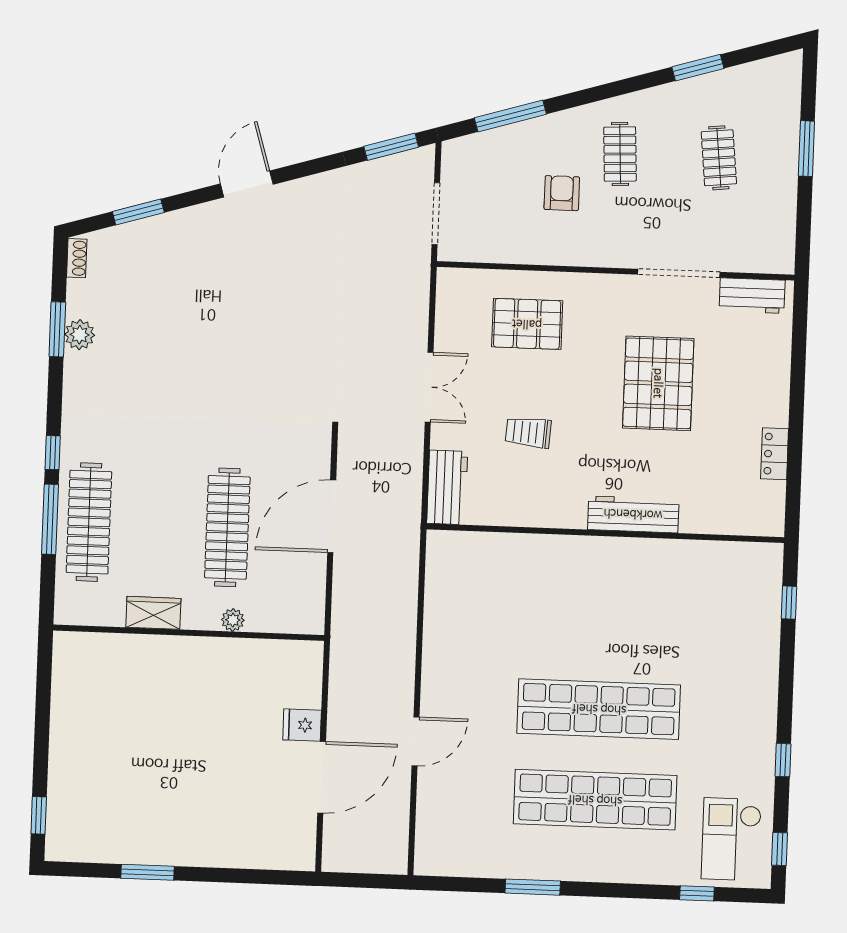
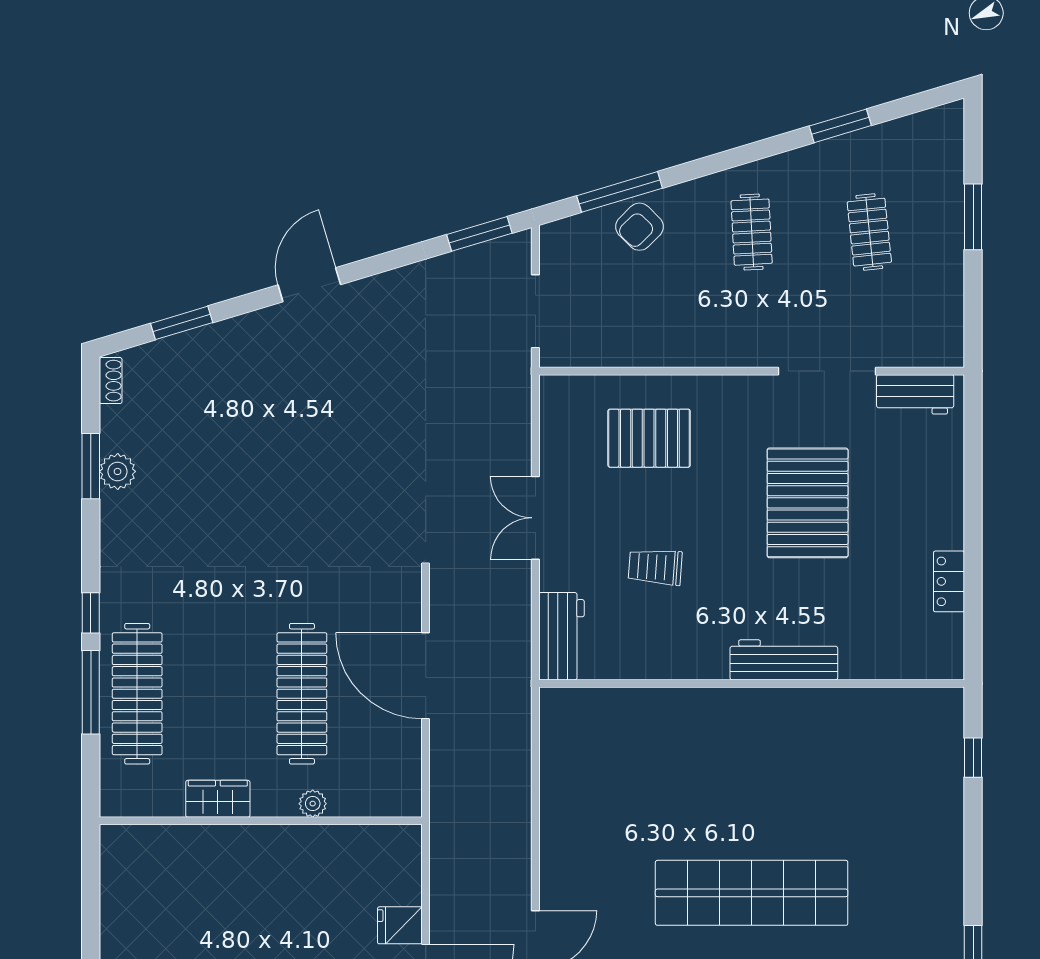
armchair: (562, 193) -> (639, 227), moved, turned -135
double door: (429, 387) -> (535, 518), swing flipped
door: (332, 516) -> (426, 676), hinge flipped

